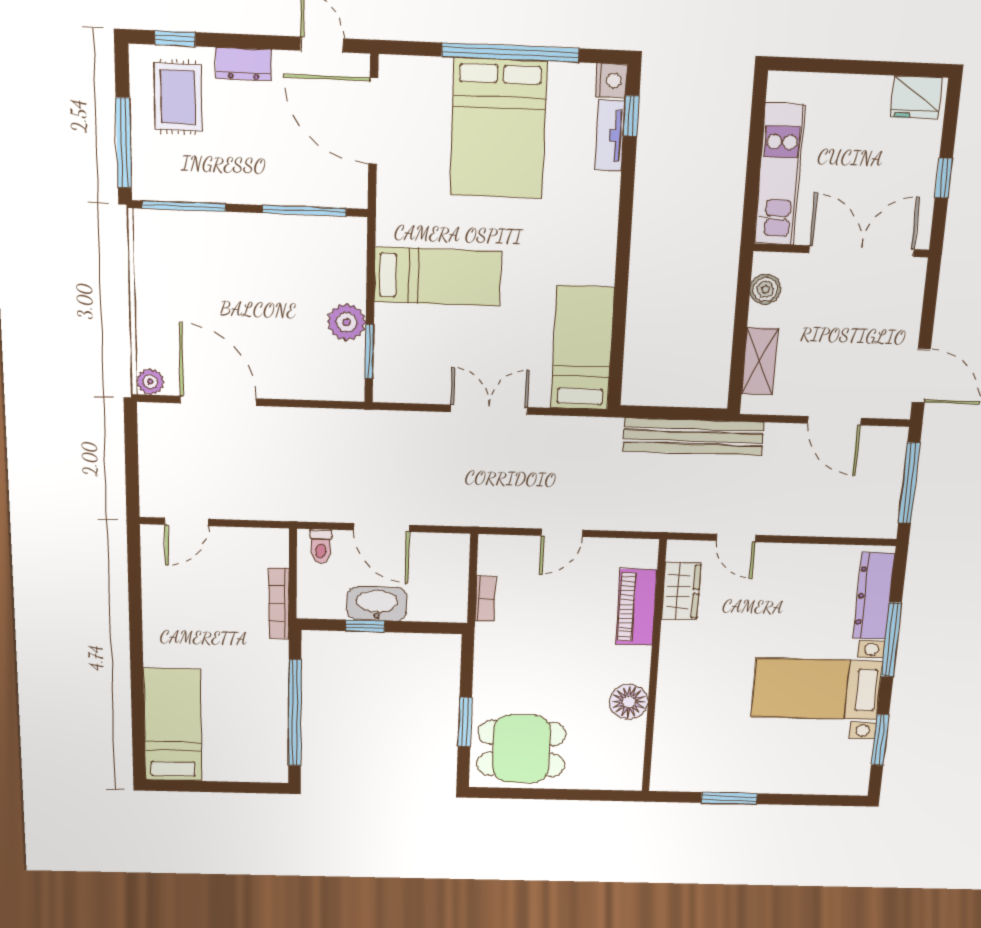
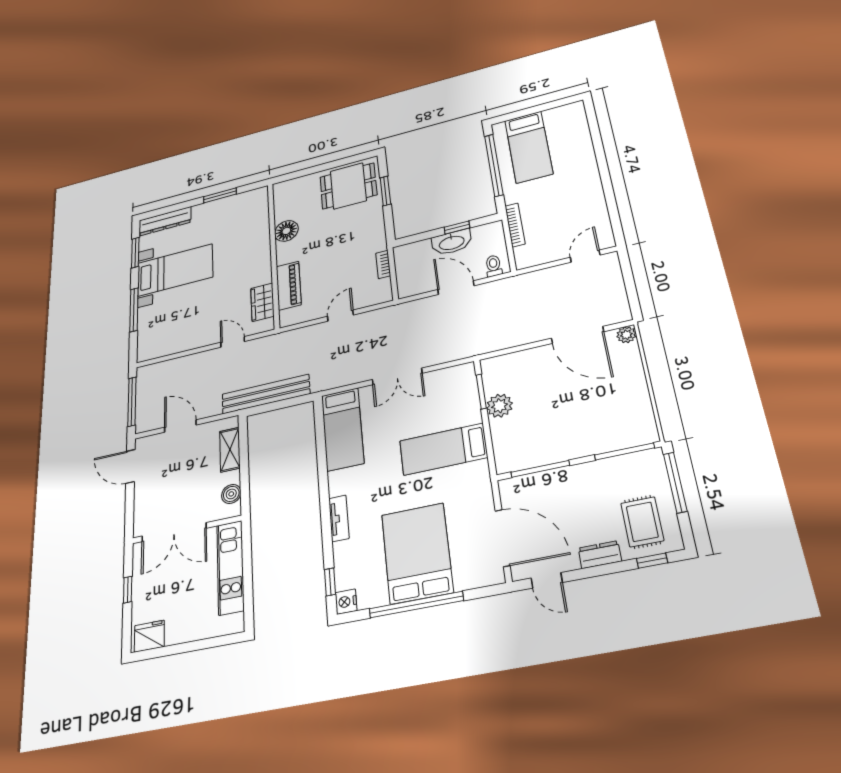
tv unit: (610, 135) -> (339, 518), moved
dresser: (874, 596) -> (165, 221), moved, turned 90
bed: (173, 725) -> (529, 147), moved

